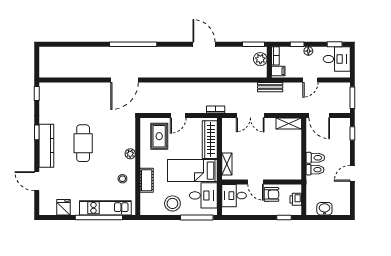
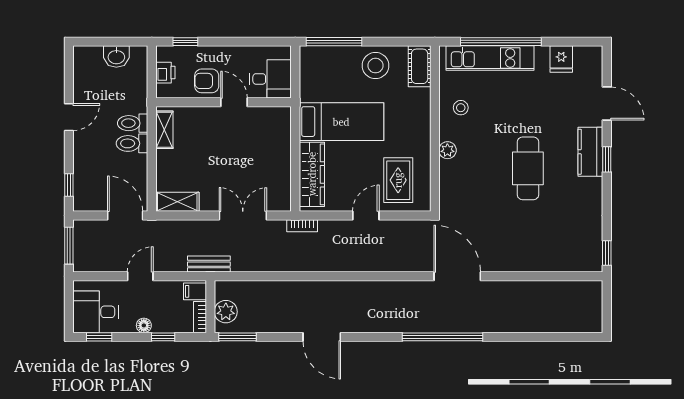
door: (125, 80) -> (457, 276), hinge flipped
window: (37, 132) -> (607, 159), moved
kitchen counter: (46, 146) -> (590, 152), width x0.67
shelving: (227, 164) -> (164, 130), moved
cot: (147, 180) -> (420, 66), moved
desk: (203, 195) -> (323, 79), removed

